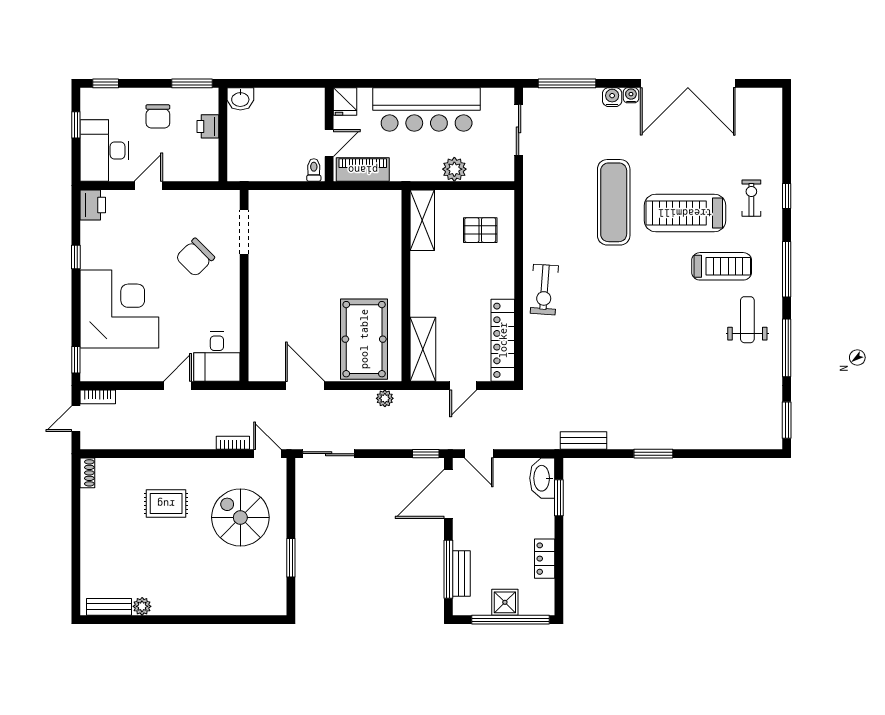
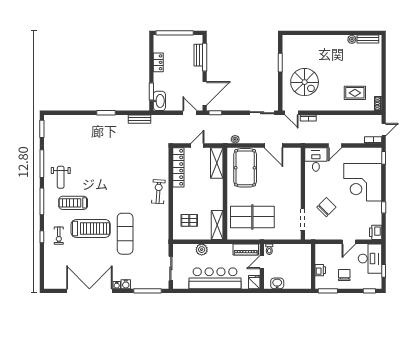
washbasin: (240, 99) -> (277, 283), moved
table tennis table: (349, 237) -> (252, 217), added
rug: (166, 504) -> (355, 93), moved
shower: (505, 602) -> (177, 41), removed

